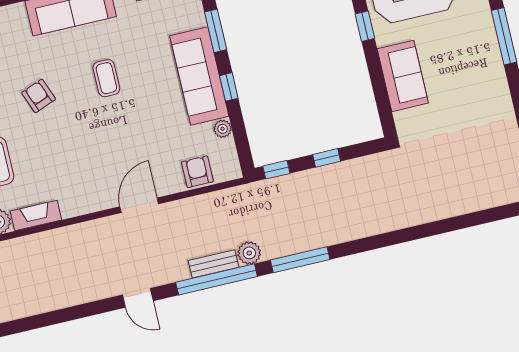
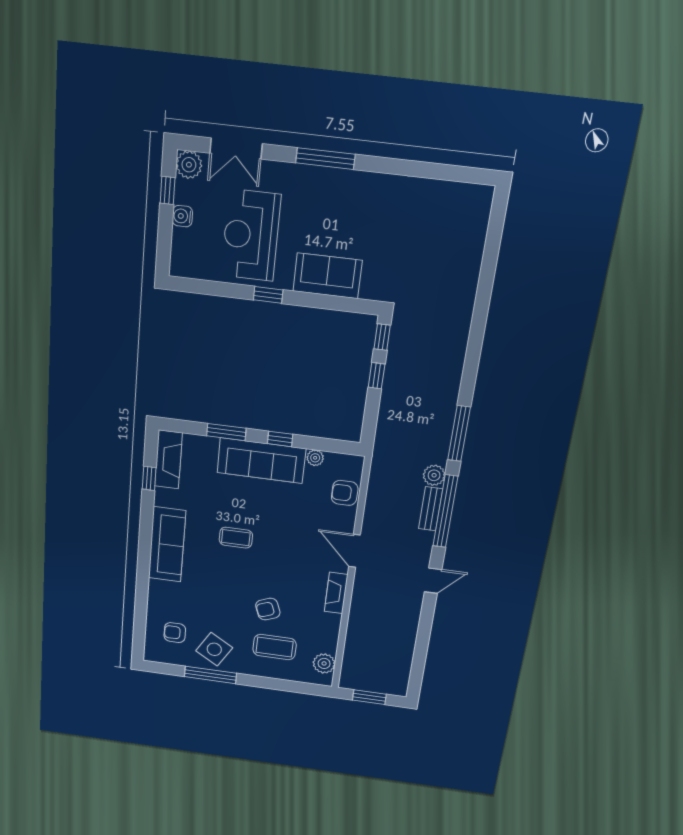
armchair: (39, 96) -> (268, 609), moved
window: (276, 170) -> (382, 337), moved
fireplace: (36, 216) -> (336, 593), moved

